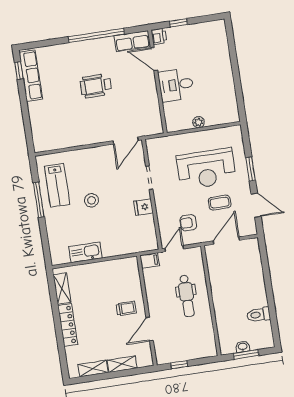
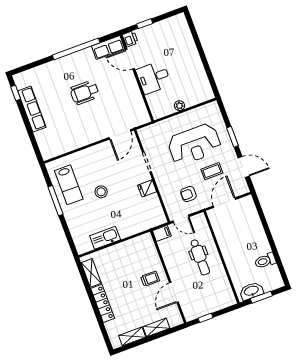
row of seats: (31, 76) -> (32, 109), moved
door: (174, 249) -> (181, 219), swing flipped
washbasin: (243, 347) -> (251, 291), width x1.91, depth x1.45

